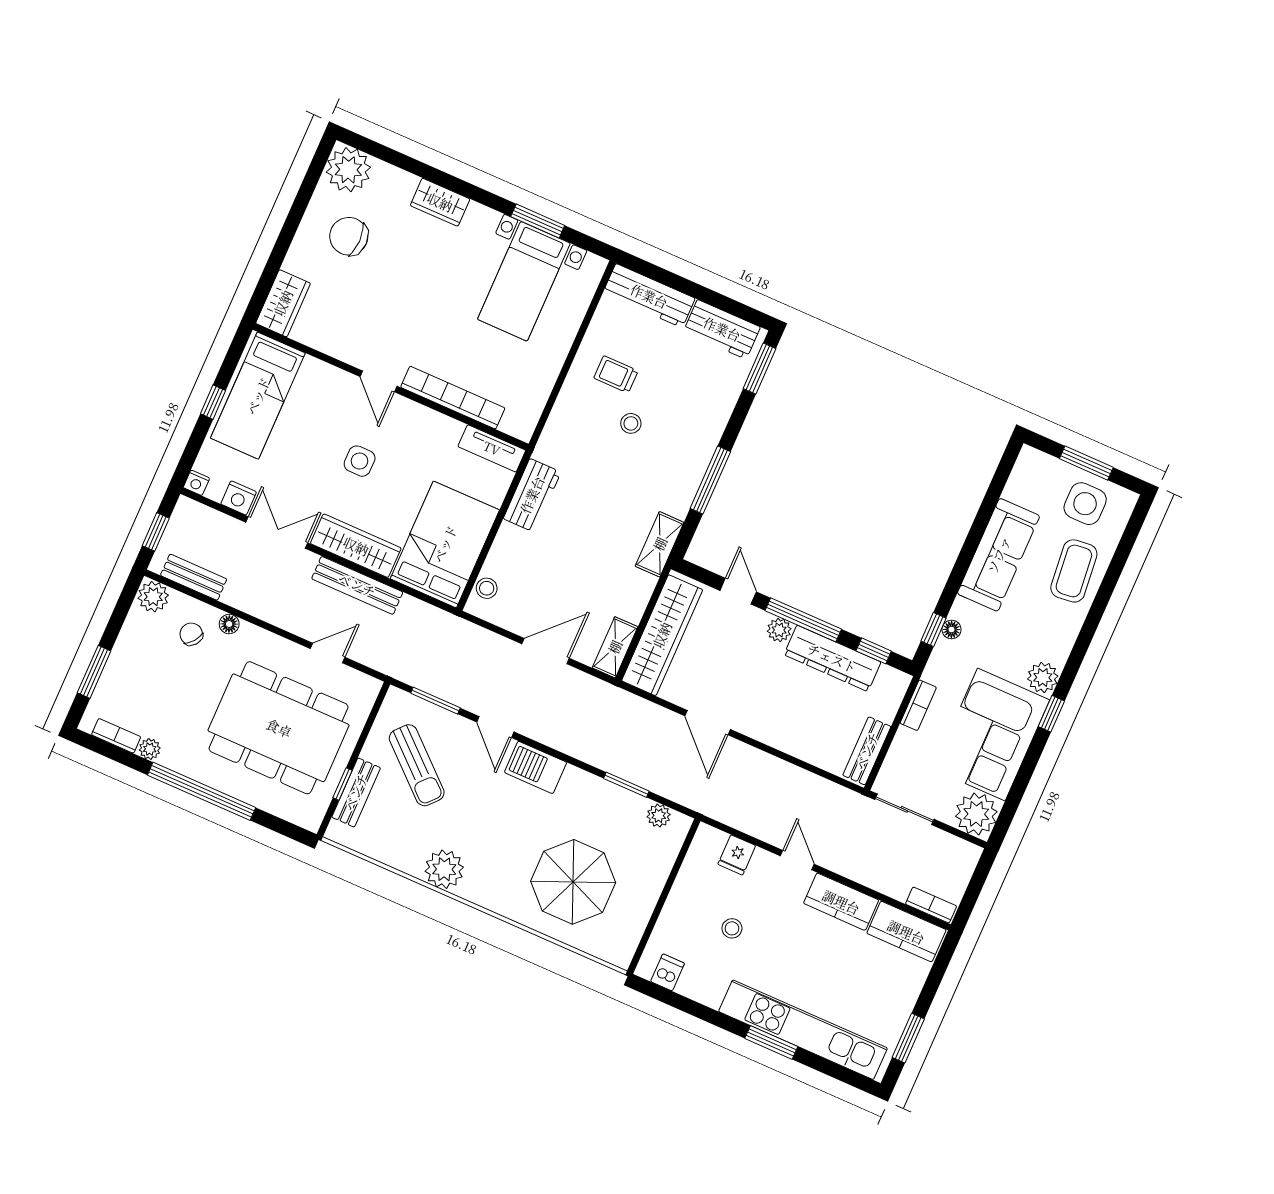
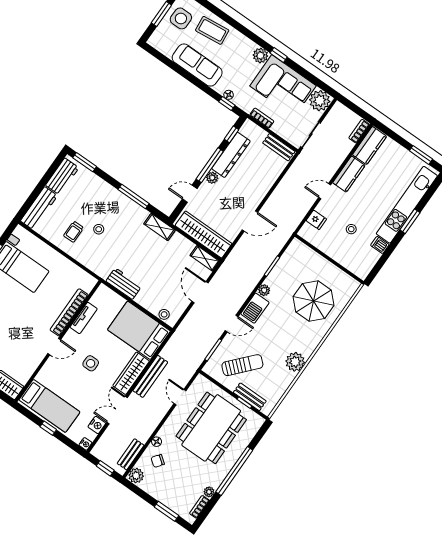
tv unit: (492, 448) -> (84, 318), moved
plant: (659, 816) -> (264, 290), moved
dishwasher: (668, 972) -> (380, 245), moved

